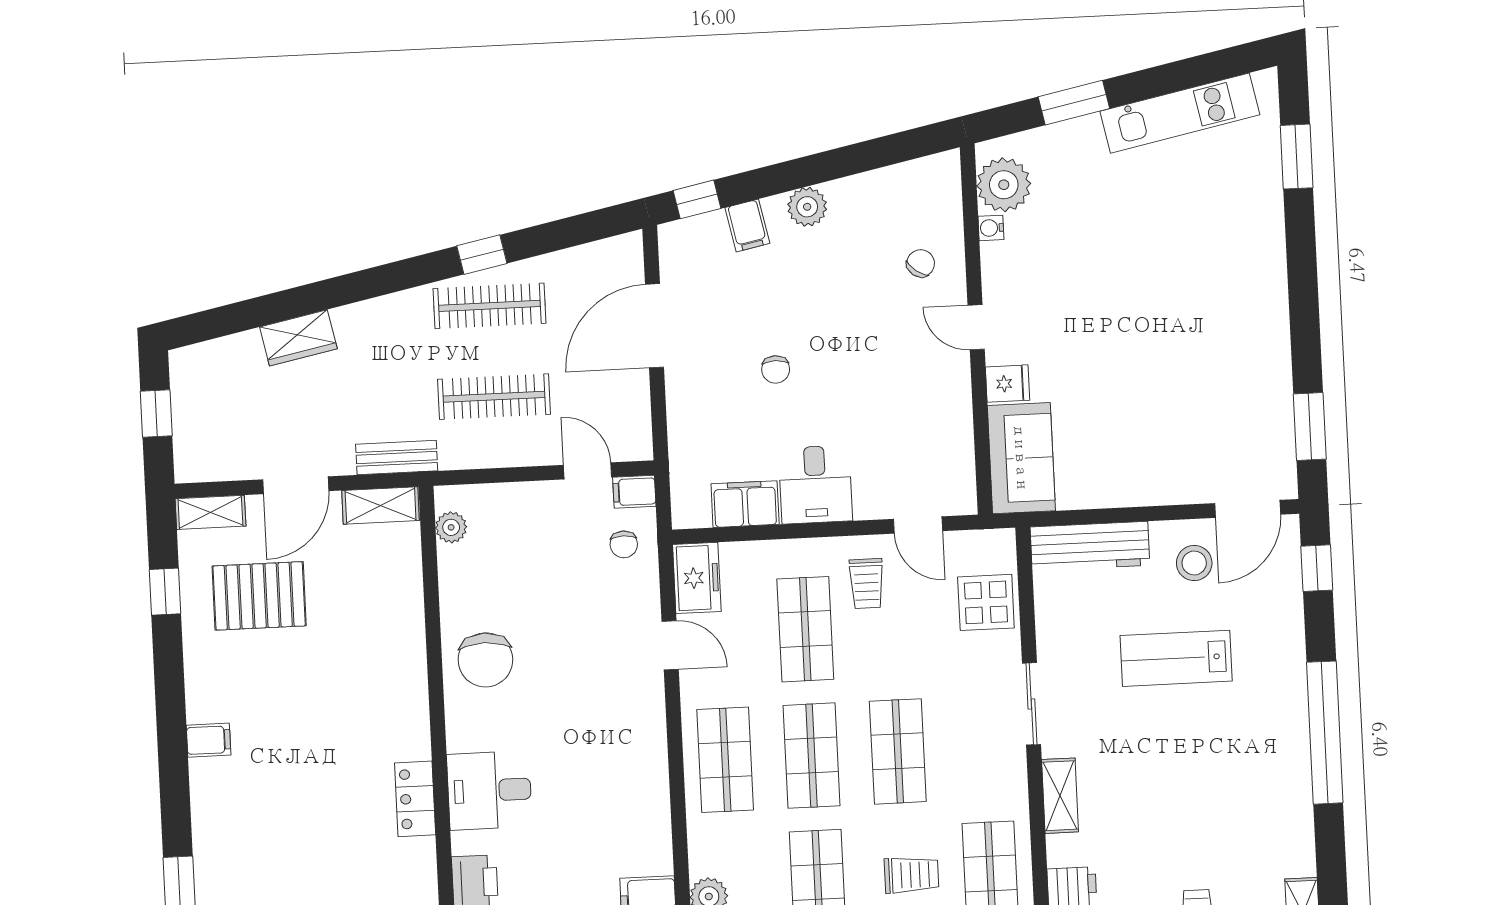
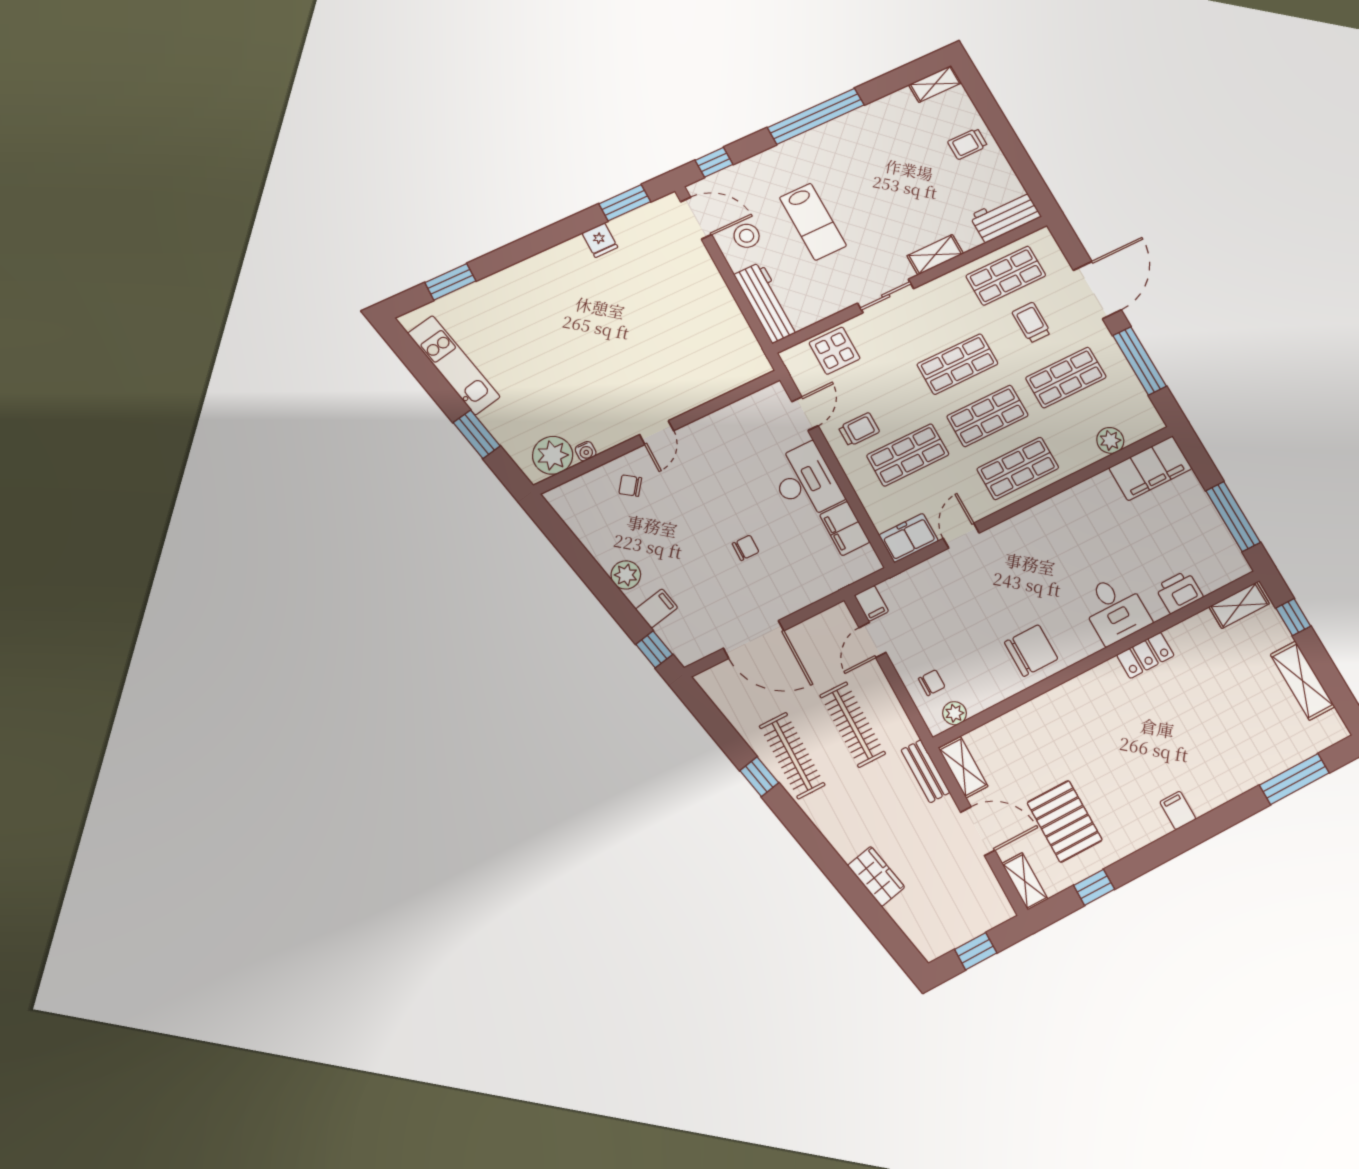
fridge: (1008, 384) -> (600, 240), moved, turned 180
sofa: (1021, 458) -> (730, 368), removed
desk: (815, 485) -> (805, 481), width x1.37
chair: (624, 544) -> (932, 683), moved

